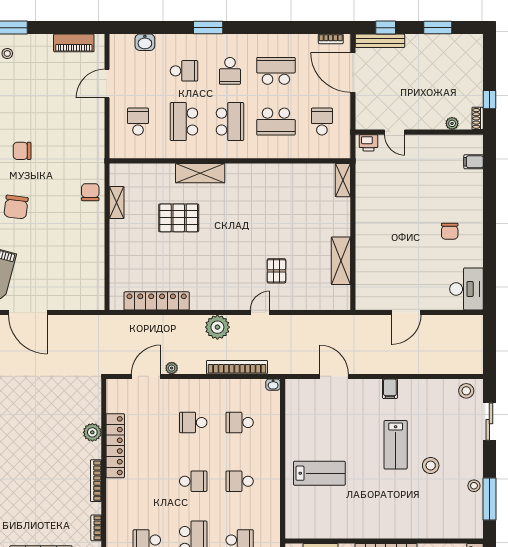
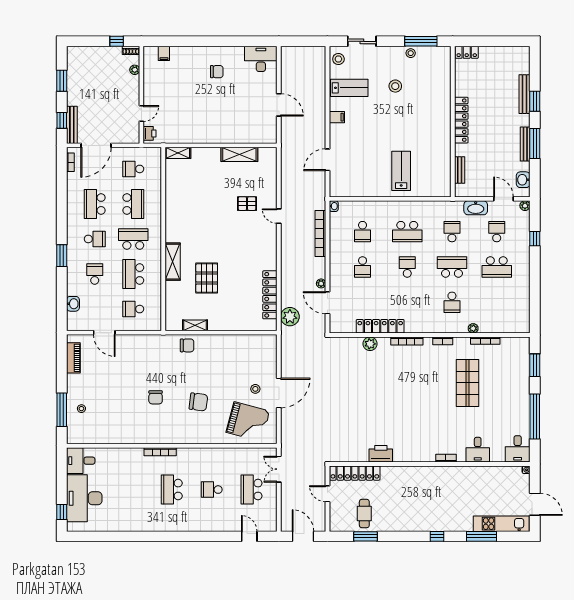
school desk: (184, 122) -> (133, 274), turned 90
chair: (90, 192) -> (187, 345), turned 180
stool: (33, 282) -> (255, 389), added
plant: (217, 327) -> (290, 317), moved
lab bench: (396, 445) -> (349, 88), moved
school desk: (240, 481) -> (407, 232), width x1.85

